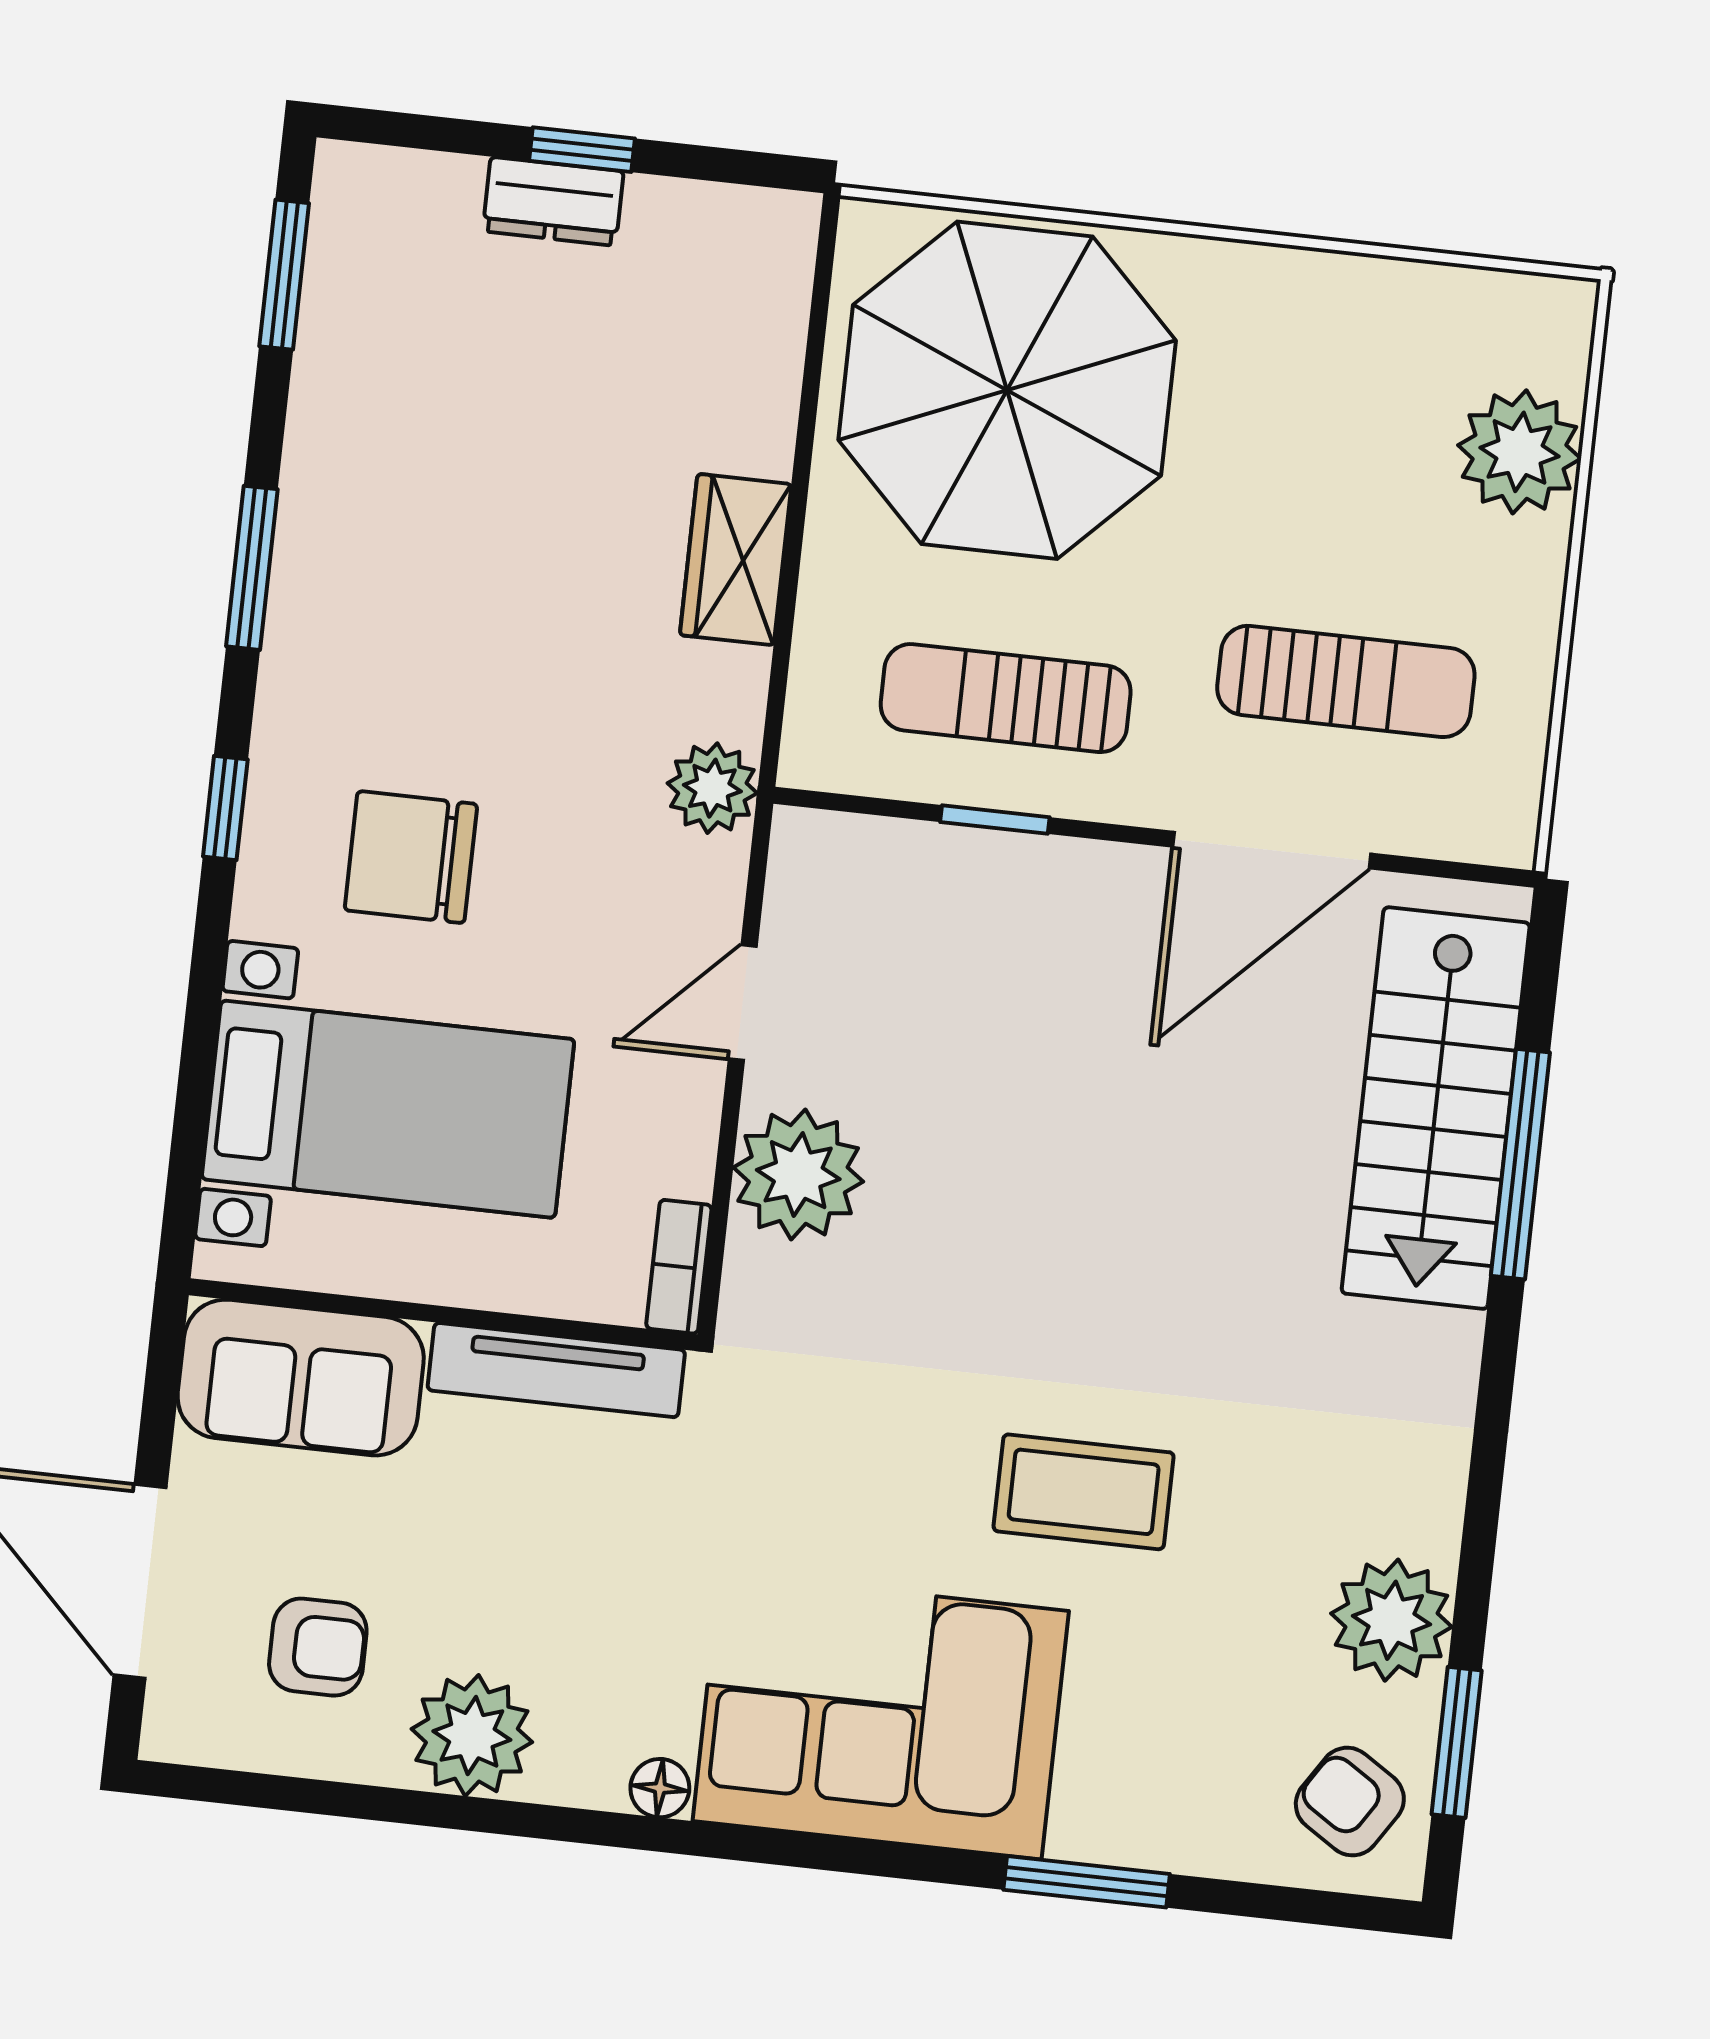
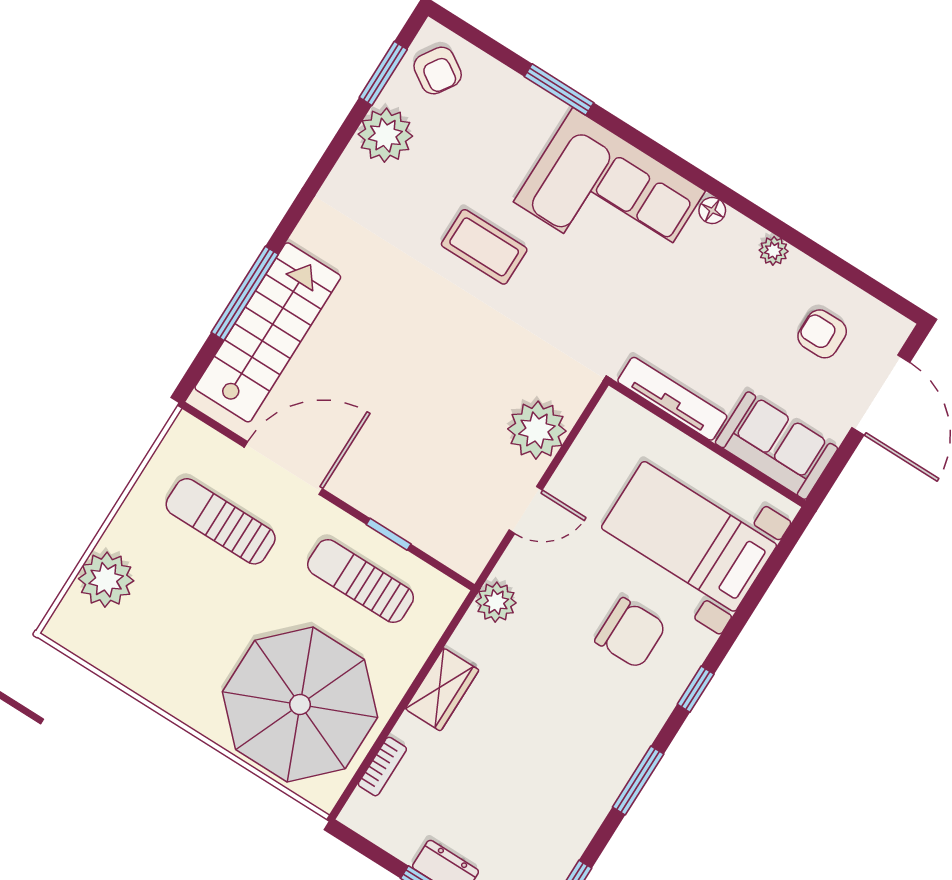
sun lounger: (1006, 698) -> (361, 581), turned 180
bookcase: (679, 1267) -> (382, 767), moved
plant: (472, 1736) -> (774, 251), width x0.53, depth x0.53

